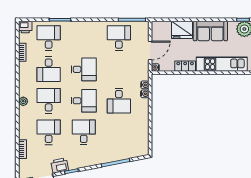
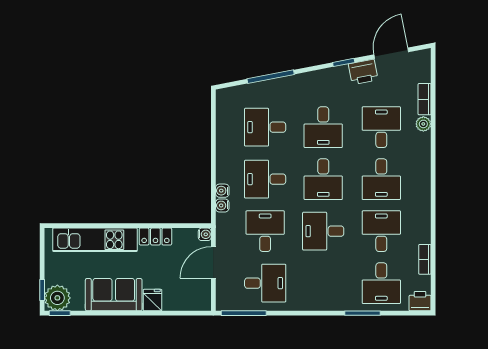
fridge: (182, 30) -> (153, 300), width x0.53, depth x0.75
desk: (119, 38) -> (265, 283), turned -90
desk: (119, 69) -> (265, 231), added
plant: (23, 101) -> (423, 124), moved
desk: (84, 101) -> (323, 179), turned -90
desk: (119, 101) -> (265, 179), turned -90
desk: (49, 132) -> (381, 127), turned 180
desk: (119, 132) -> (265, 127), added

